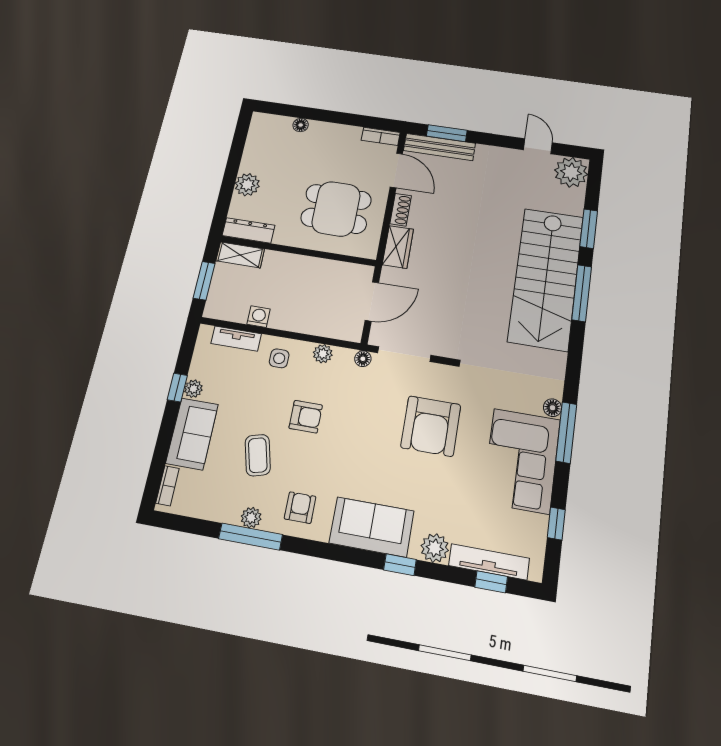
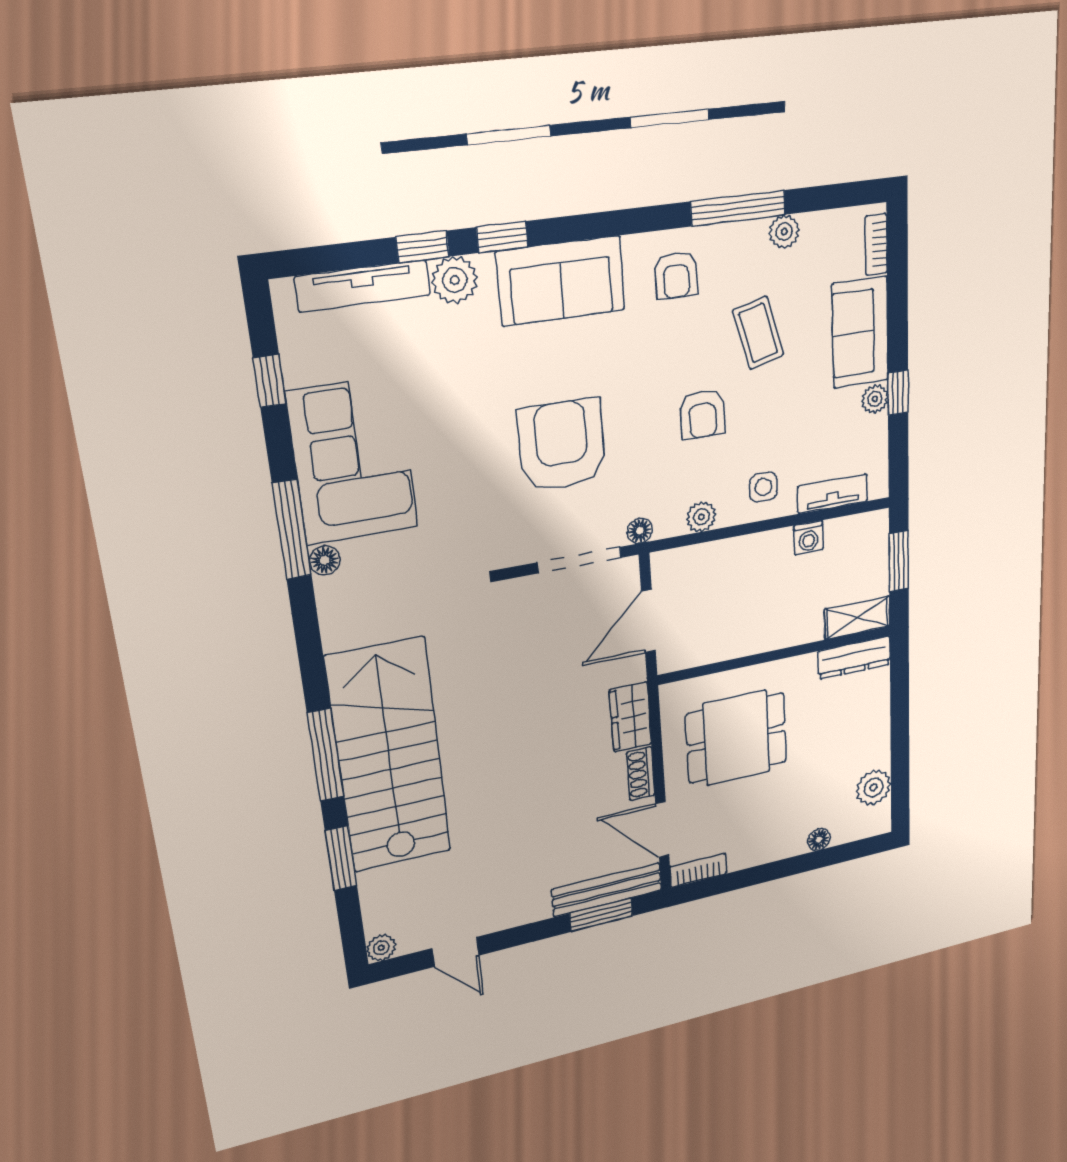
plant: (571, 172) -> (381, 948), width x0.53, depth x0.53
plant: (247, 185) -> (874, 788), moved
armchair: (306, 417) -> (703, 414), turned -90
armchair: (431, 426) -> (562, 445), moved
plant: (251, 518) -> (784, 232), moved
window: (491, 582) -> (423, 247), moved

